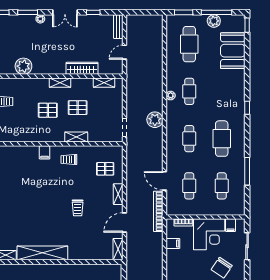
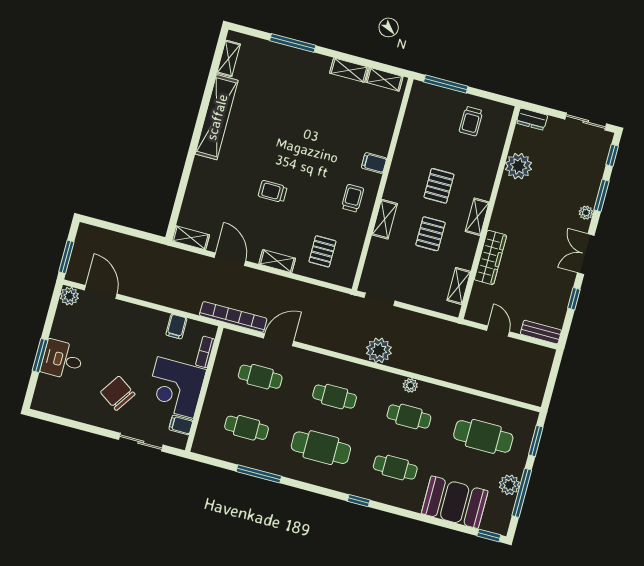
cafe table: (222, 91) -> (395, 468), added

